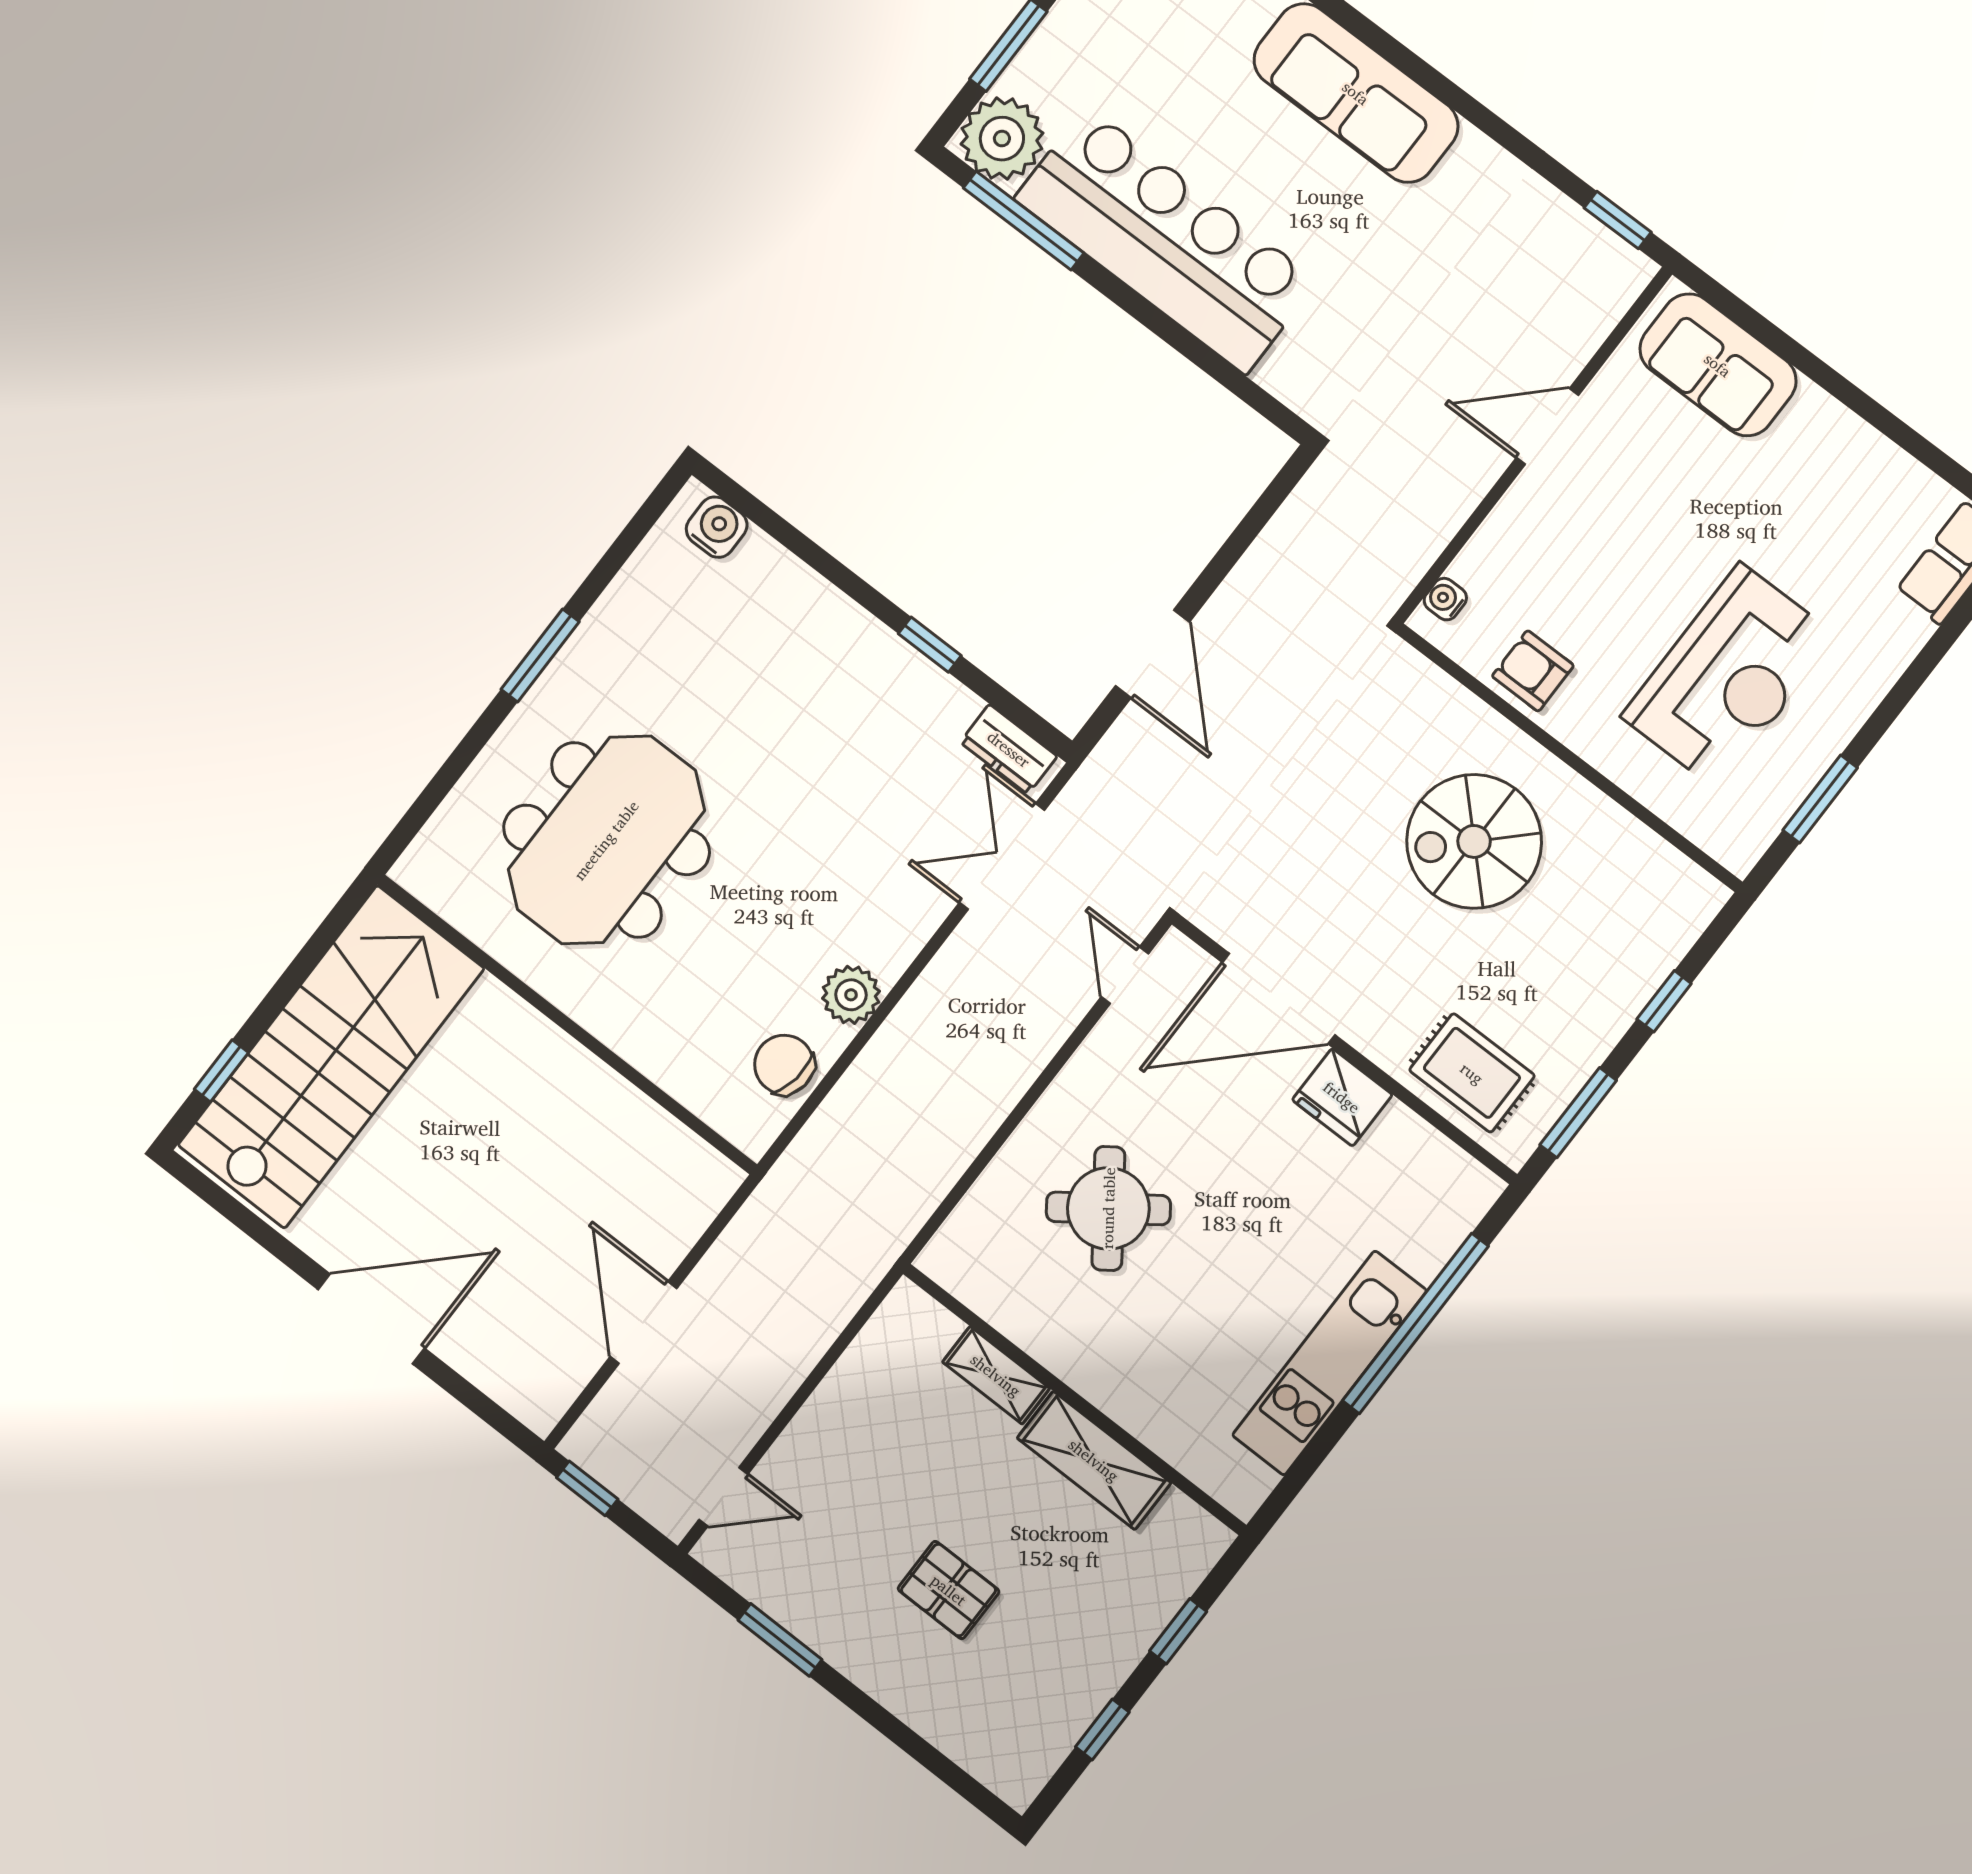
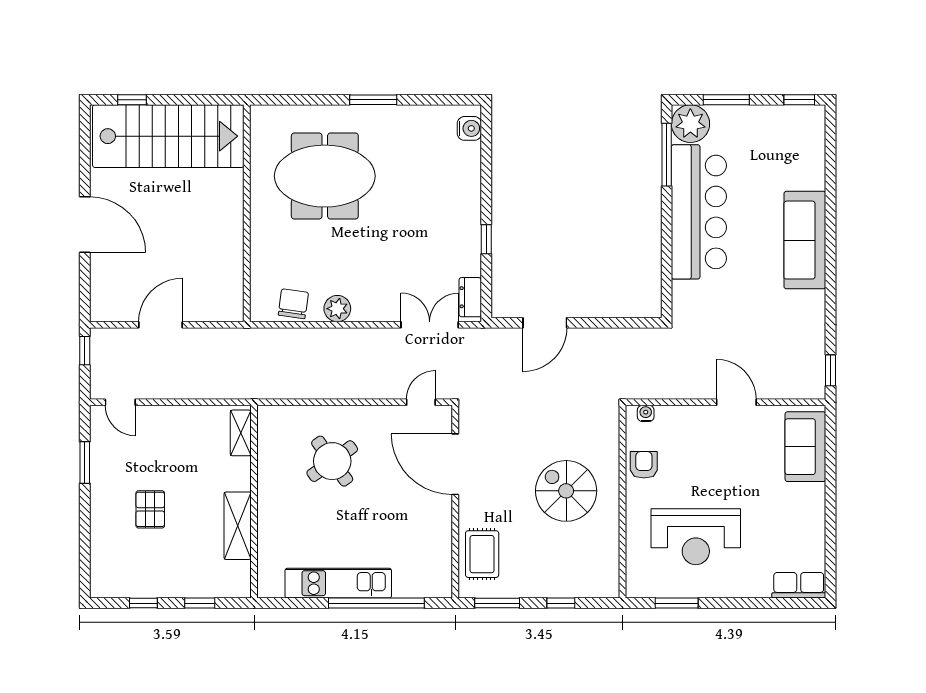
fridge: (1342, 1097) -> (437, 514), removed
shelving: (996, 1375) -> (241, 433), moved

